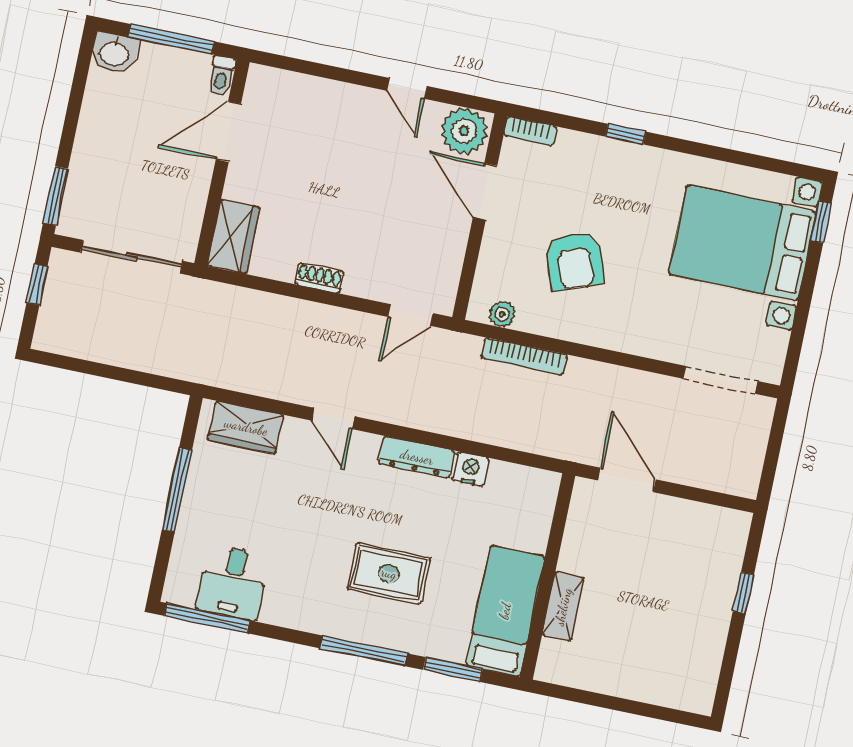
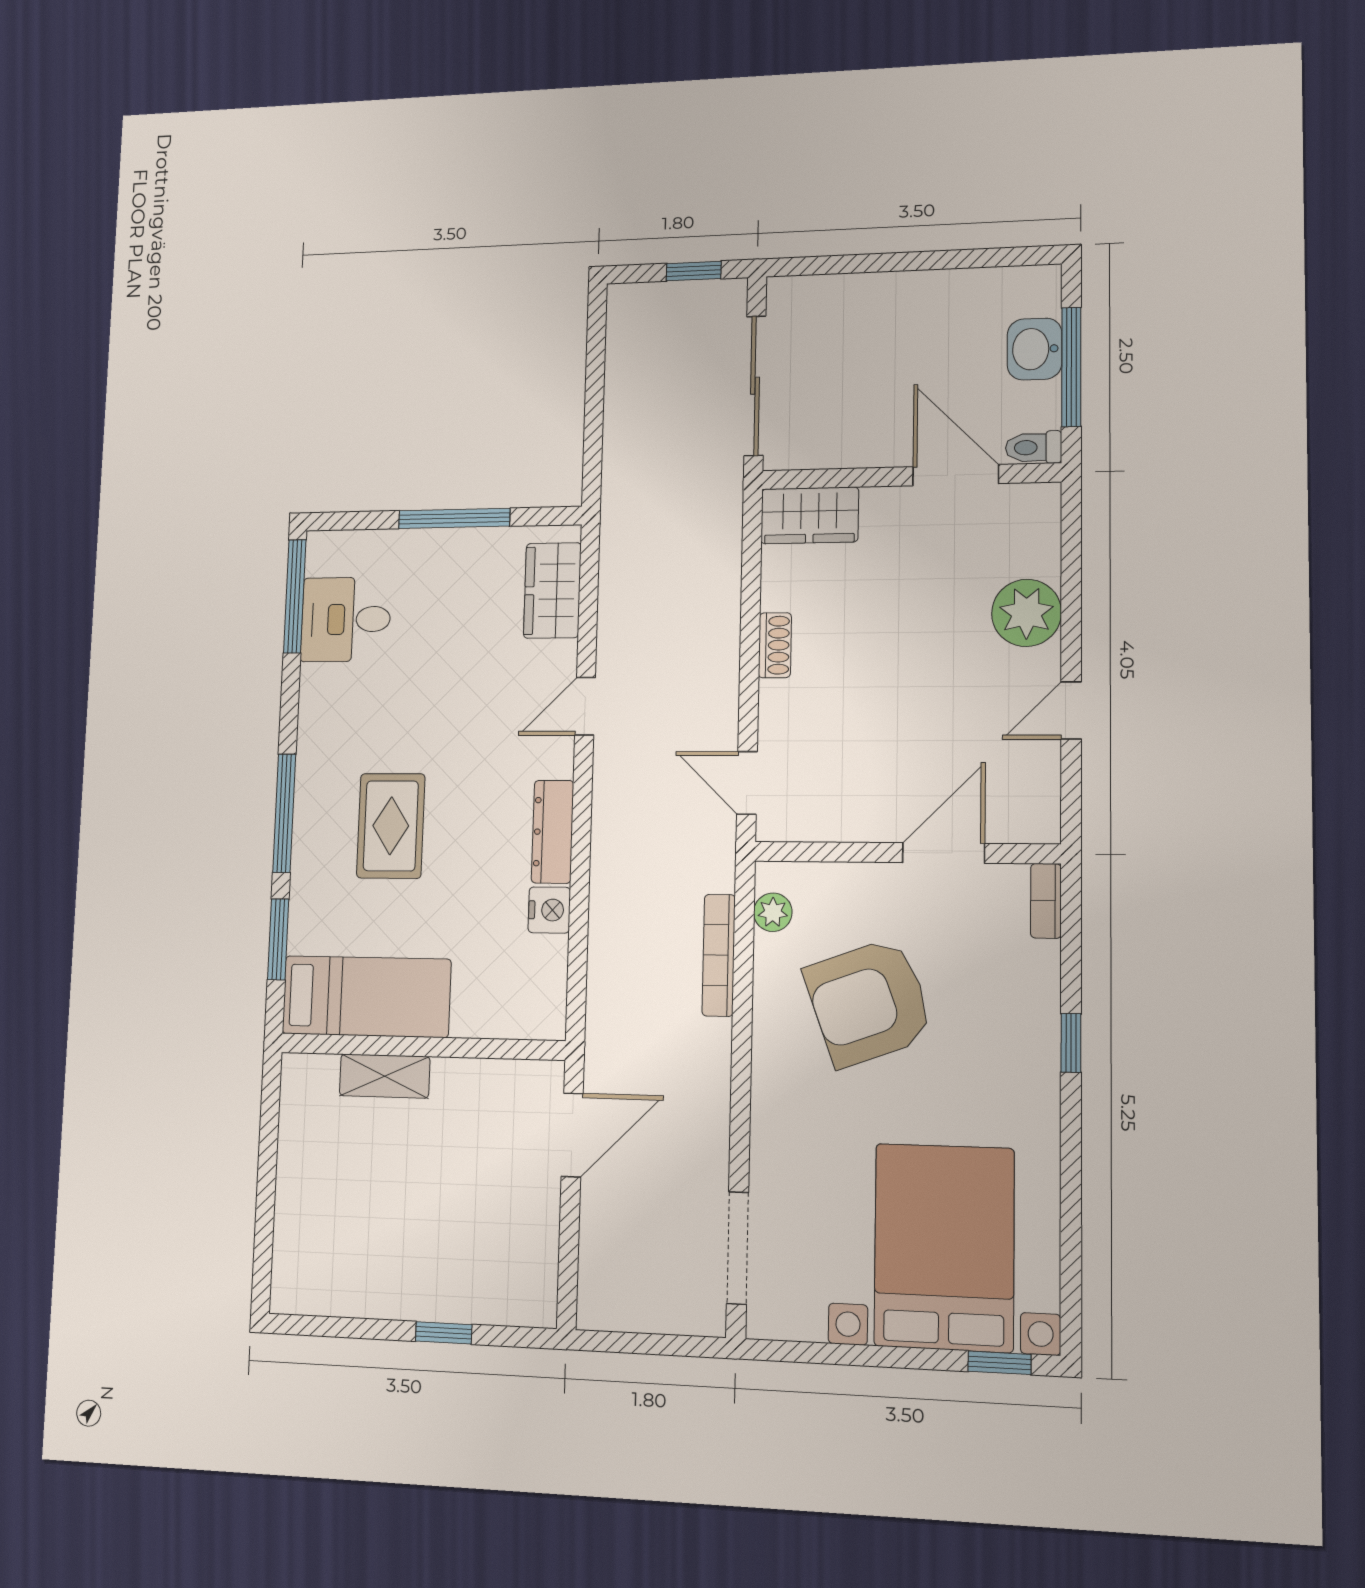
washbasin: (114, 53) -> (1034, 349), moved
plant: (464, 131) -> (1027, 613), moved
window: (56, 196) -> (819, 265), removed
armchair: (575, 261) -> (869, 1002), width x1.36, depth x1.36

